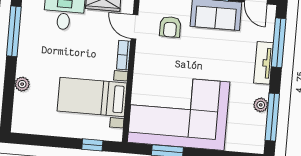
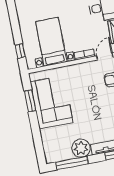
plant: (261, 105) -> (81, 148), width x1.88, depth x1.88
corner sofa: (179, 112) -> (51, 102), width x0.73, depth x0.74

